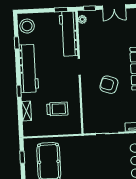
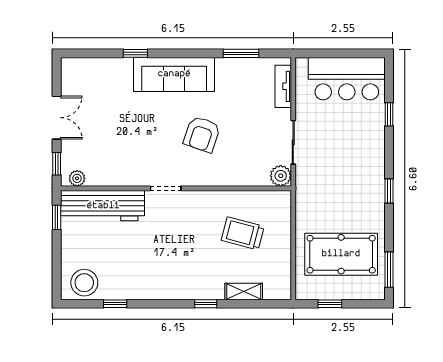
workbench: (29, 68) -> (164, 283), removed
trolley: (57, 109) -> (243, 233), turned -75
plant: (89, 128) -> (281, 176), added

